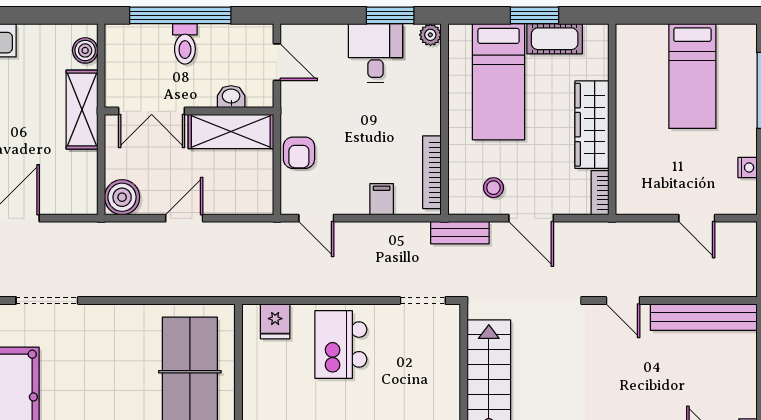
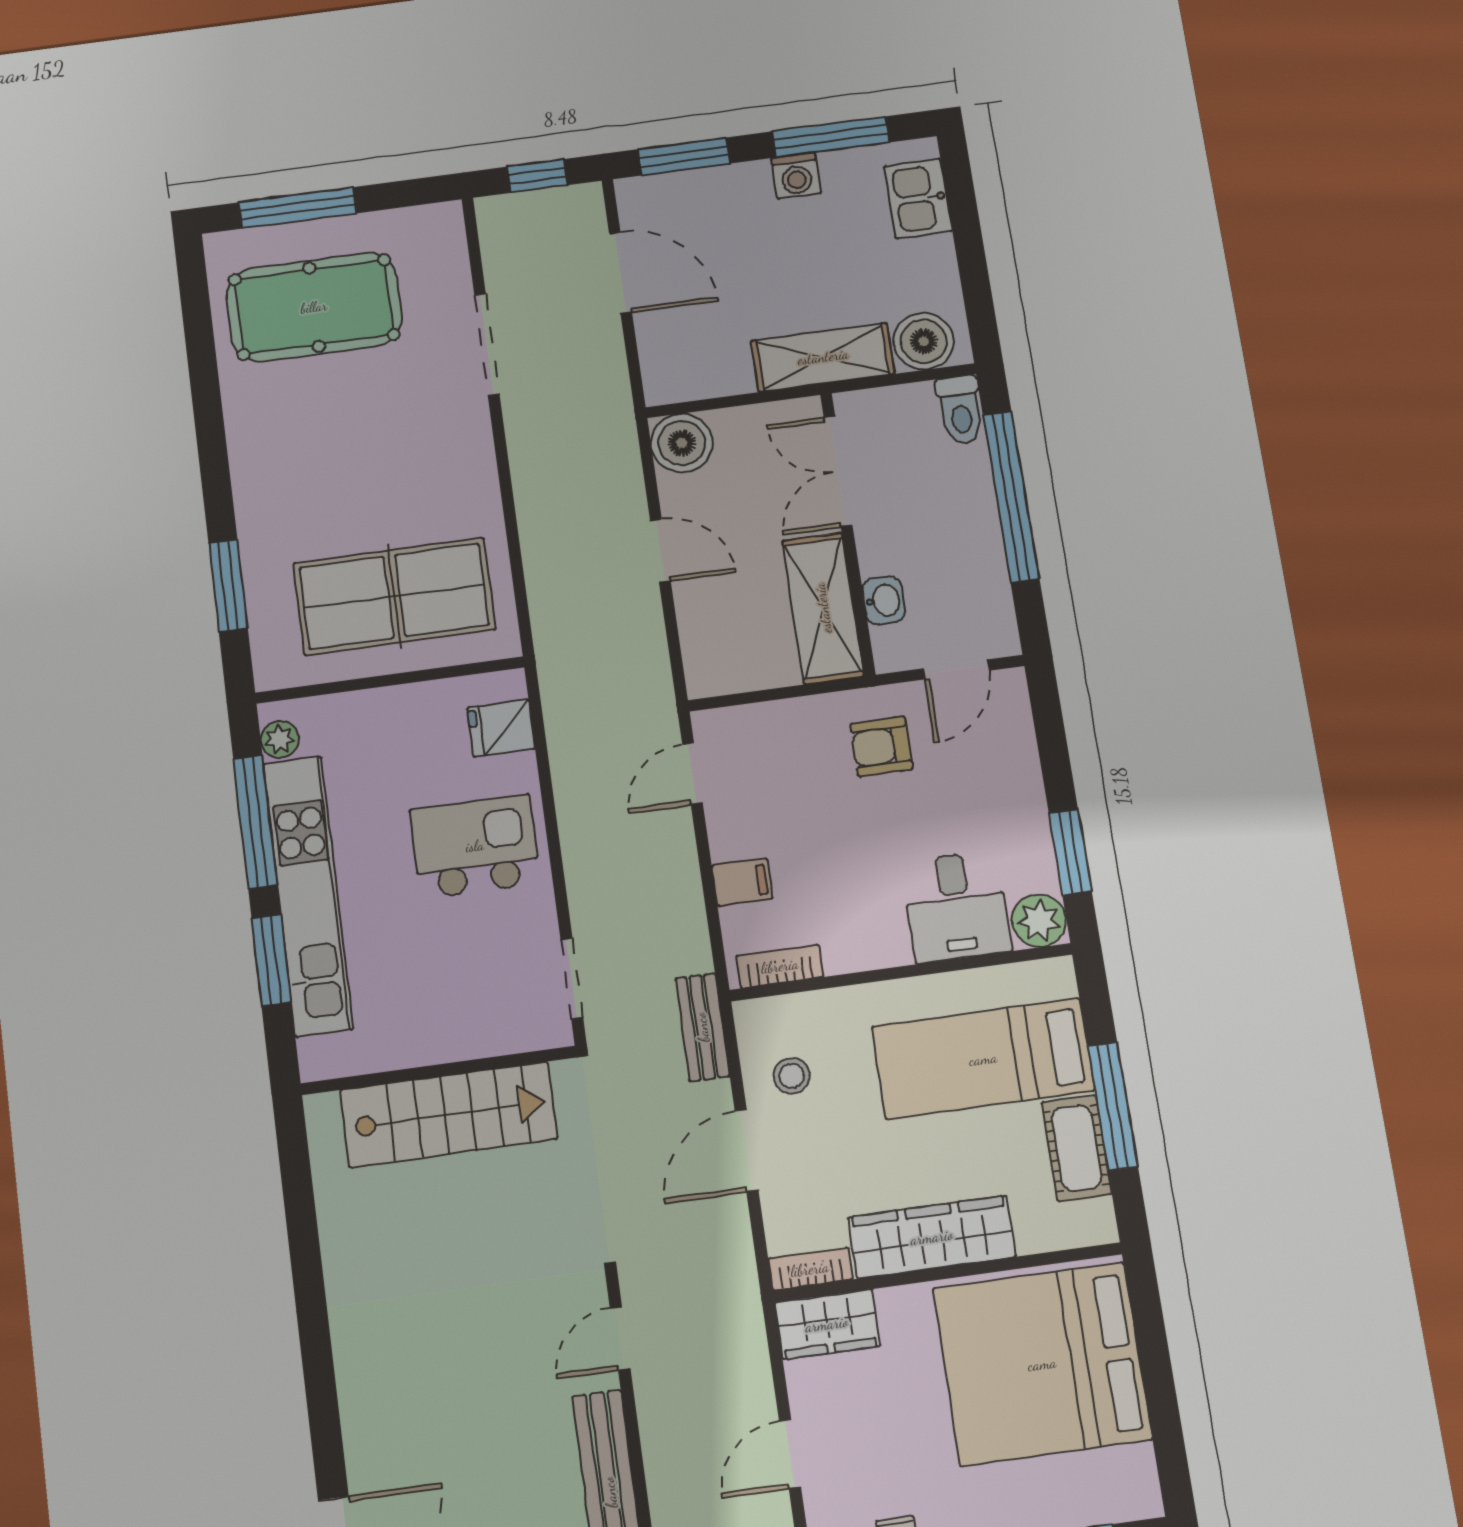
window: (534, 15) -> (1113, 1106), width x1.44
plant: (430, 35) -> (1039, 921), width x1.38, depth x1.38
toilet: (185, 44) -> (960, 410), moved, turned -90
boiler: (85, 50) -> (924, 341), width x1.36, depth x1.36
desk: (375, 53) -> (956, 907), moved, turned 90
bed: (692, 76) -> (1042, 1364), width x2.04
armchair: (299, 153) -> (881, 746), moved
bookcase: (432, 172) -> (780, 966), width x0.64
wardrobe: (631, 188) -> (827, 1324), added

